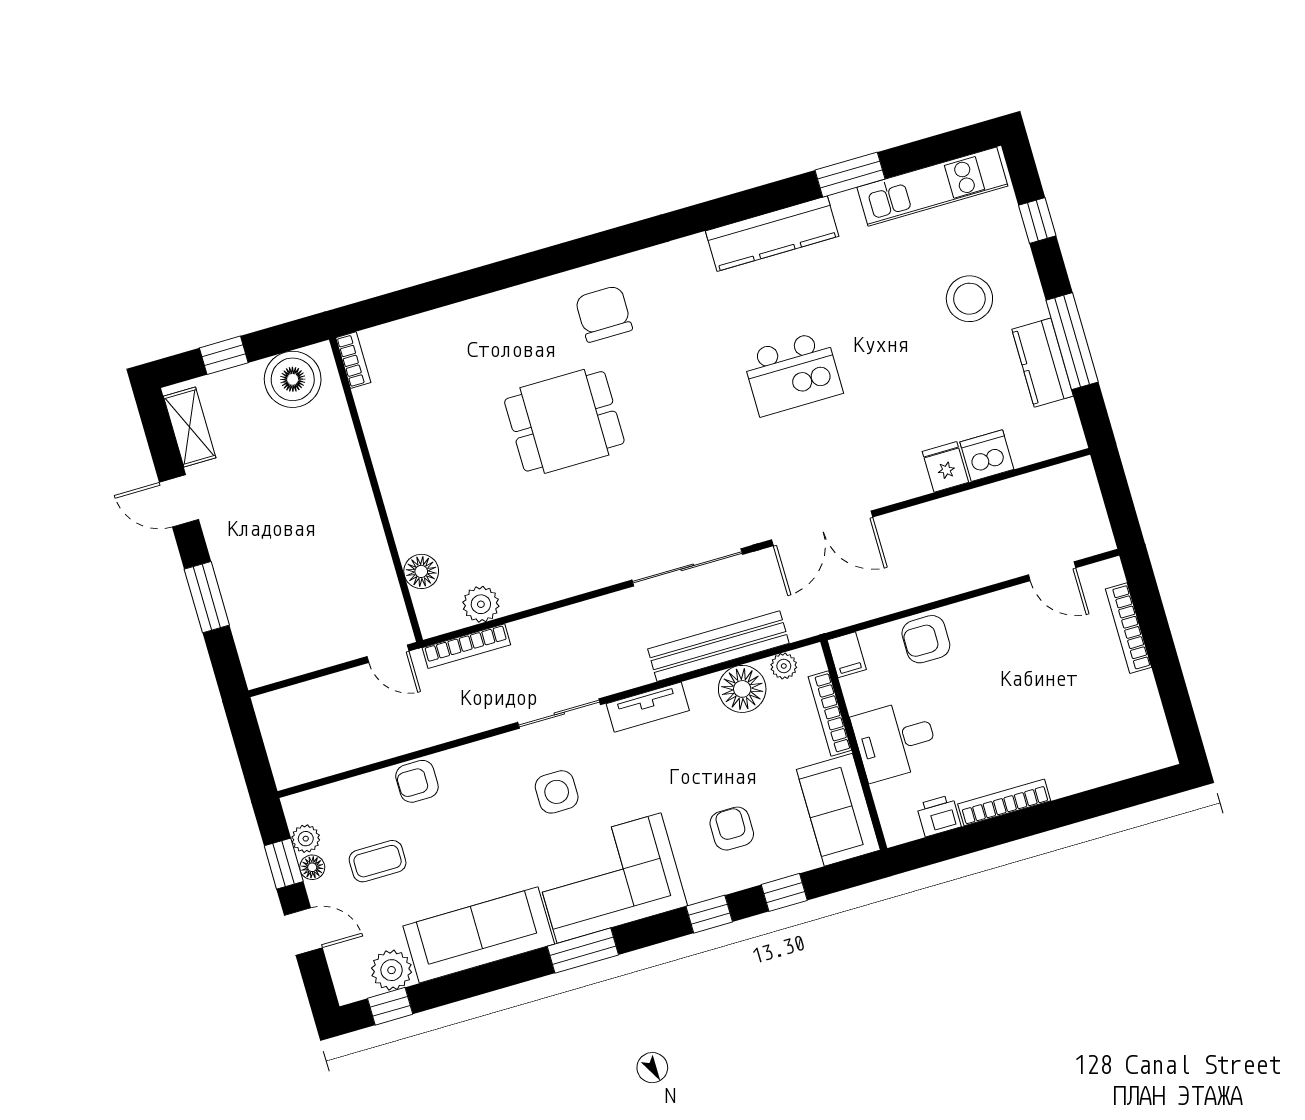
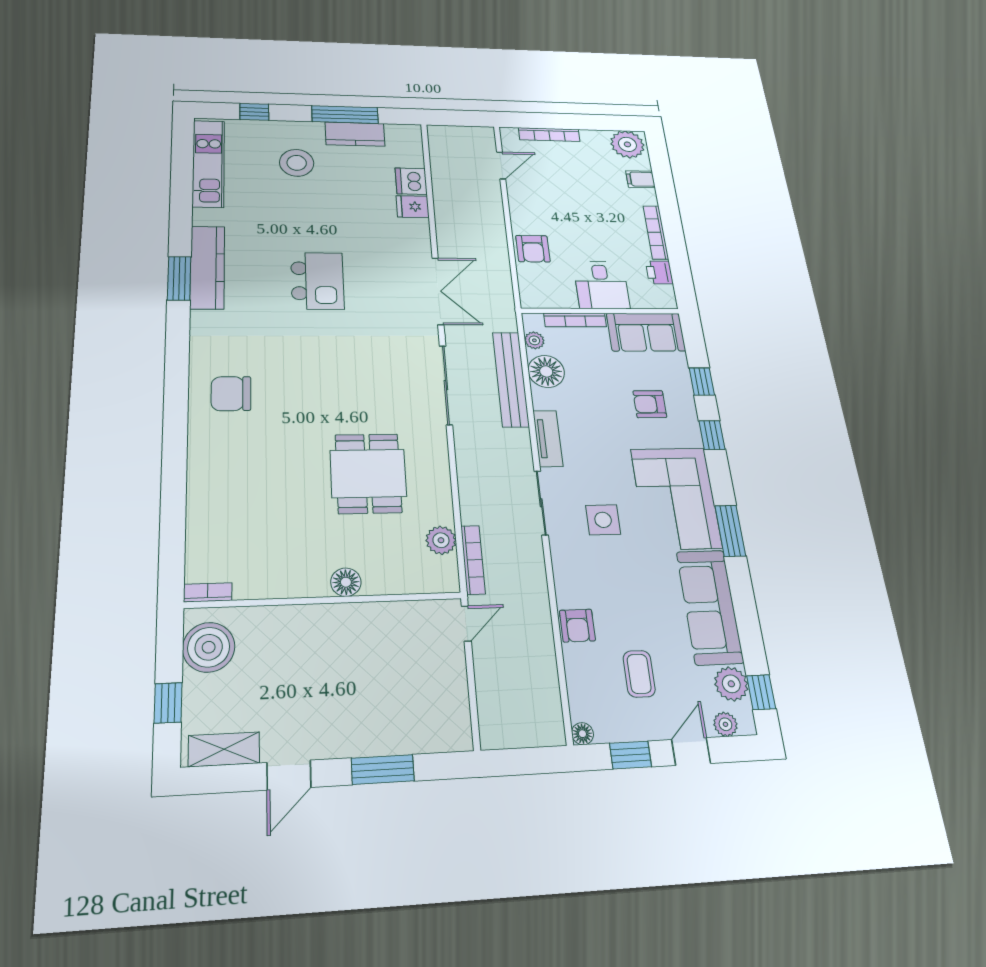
window: (850, 175) -> (179, 278), moved
dining table: (564, 421) -> (368, 473), moved
floor lamp: (421, 571) -> (346, 582), moved
filing cabinet: (847, 655) -> (641, 179), moved, turned 180
plant: (1147, 742) -> (627, 144), added
plant: (306, 839) -> (725, 724), moved
floor lamp: (312, 867) -> (582, 734), moved

